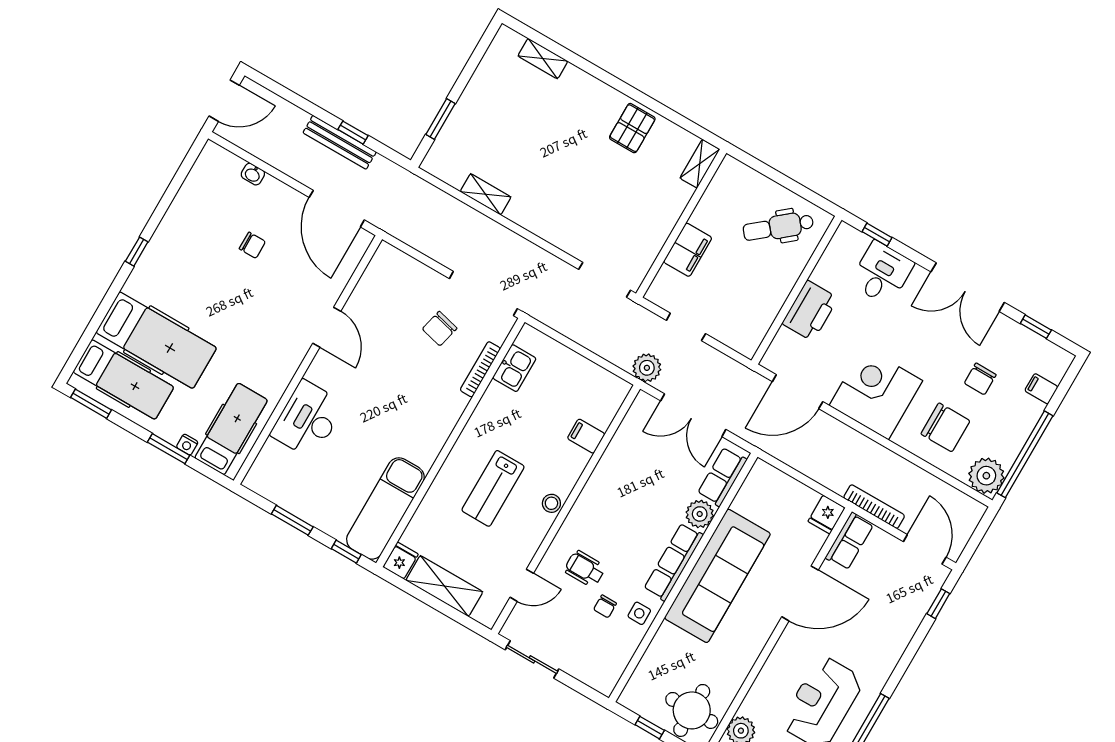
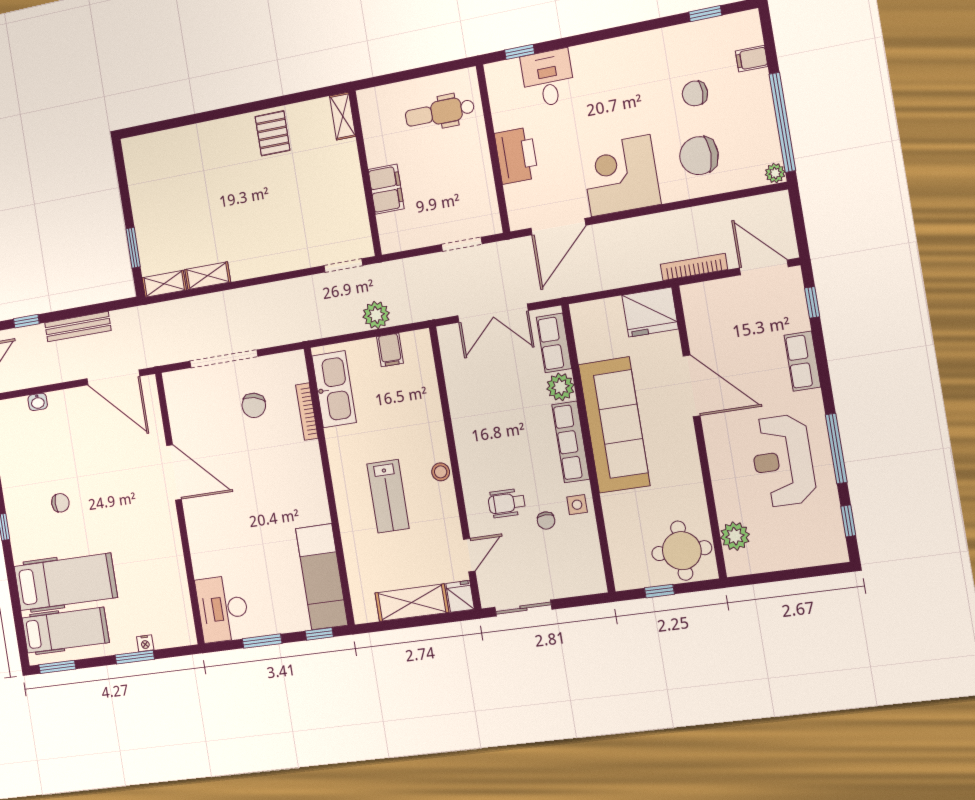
shelving: (543, 59) -> (164, 284), moved
window: (353, 133) -> (26, 321), moved
dental chair: (778, 227) -> (440, 112), turned 40
chair: (252, 245) -> (60, 503), moved
doorway: (605, 280) -> (343, 265), width x0.73
double door: (968, 287) -> (624, 30), removed
doorway: (483, 294) -> (224, 359), moved
door: (327, 327) -> (174, 472), width x1.36
doorway: (686, 327) -> (462, 244), moved
kitchen sink: (514, 368) -> (334, 389), width x1.87, depth x1.24
plant: (647, 368) -> (376, 315), moved
chair: (980, 379) -> (695, 93), turned 90
desk: (308, 419) -> (223, 609), moved
chair: (945, 427) -> (699, 156), turned 180
hospital bed: (231, 429) -> (166, 606), removed
filing cabinet: (586, 436) -> (390, 350), moved, turned -90
plant: (986, 476) -> (775, 173), width x0.53, depth x0.53
fridge: (827, 515) -> (650, 312), width x1.88, depth x1.34
row of seats: (849, 541) -> (802, 361), moved, turned 180
fridge: (401, 561) -> (460, 596), moved
door: (800, 593) -> (692, 386), hinge flipped

